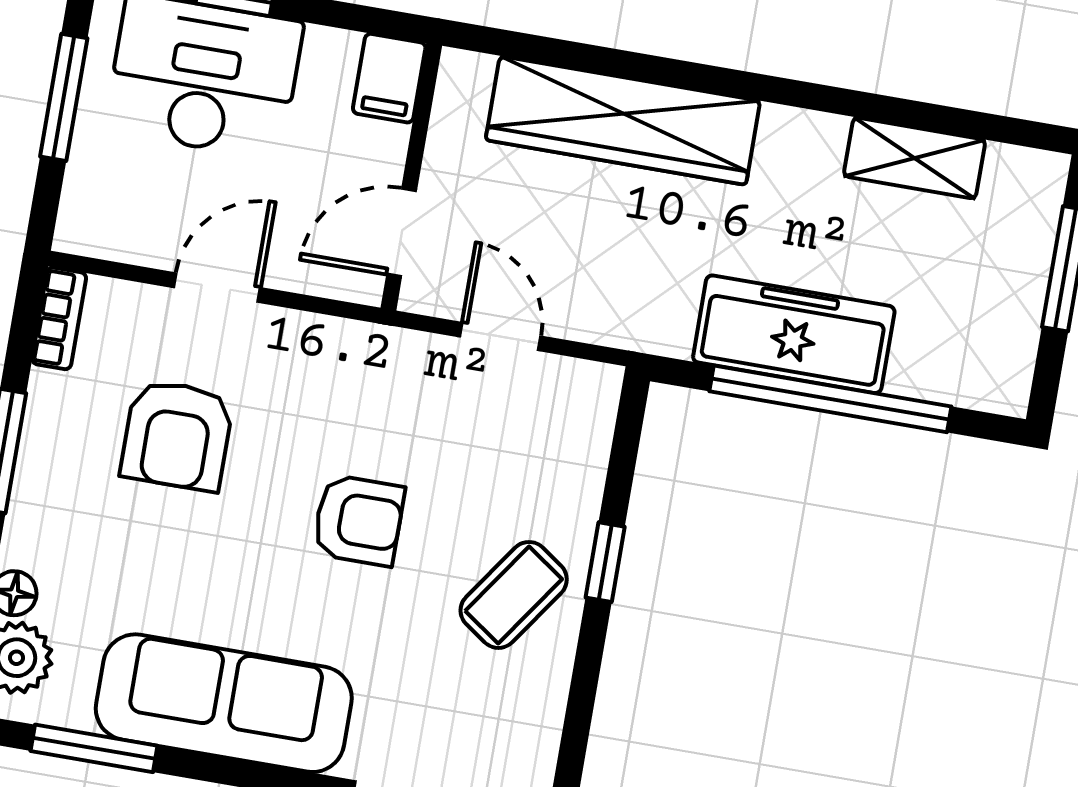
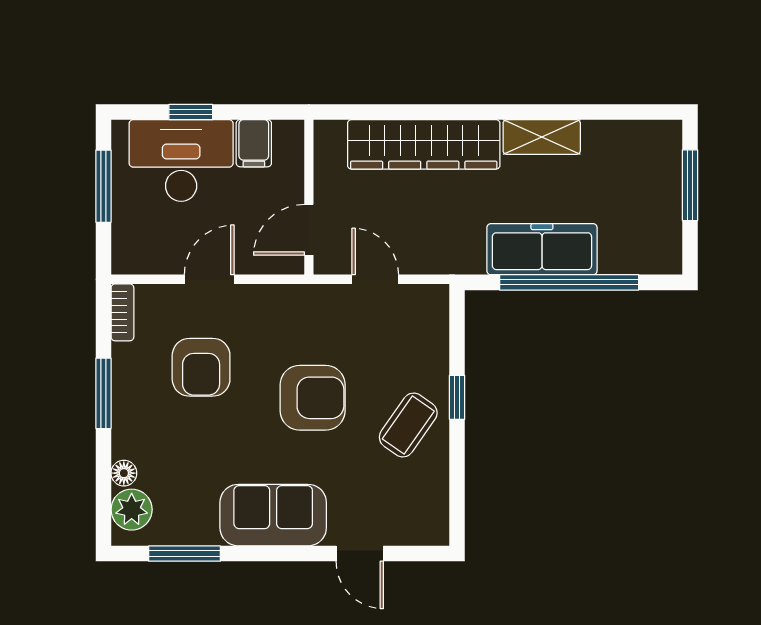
filing cabinet: (389, 78) -> (254, 143), moved
shelving: (915, 158) -> (542, 137), moved
armchair: (359, 520) -> (313, 398), width x1.38, depth x1.38
sofa: (224, 703) -> (273, 515), width x0.73

